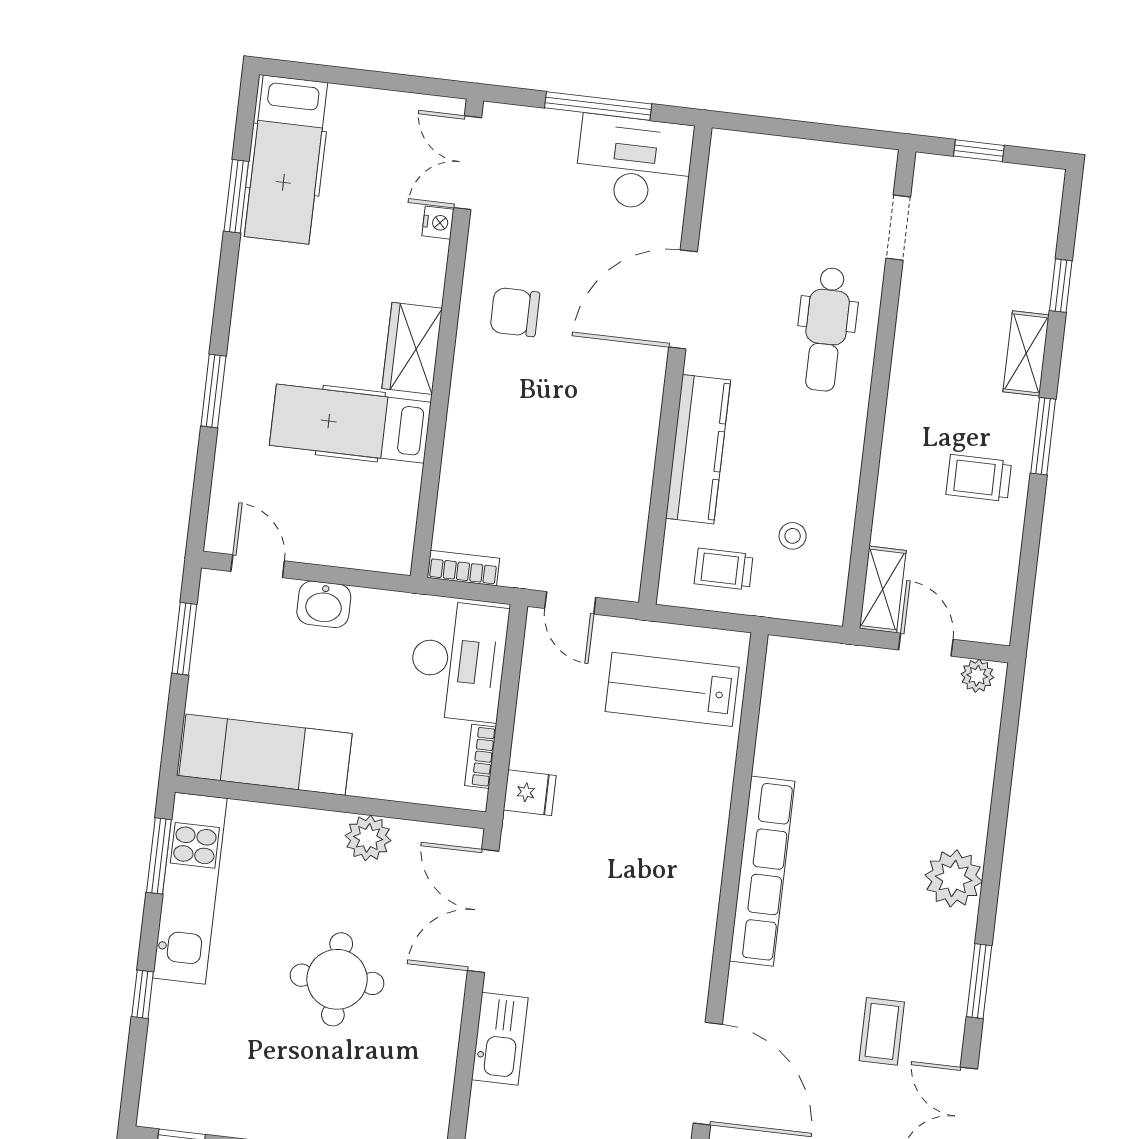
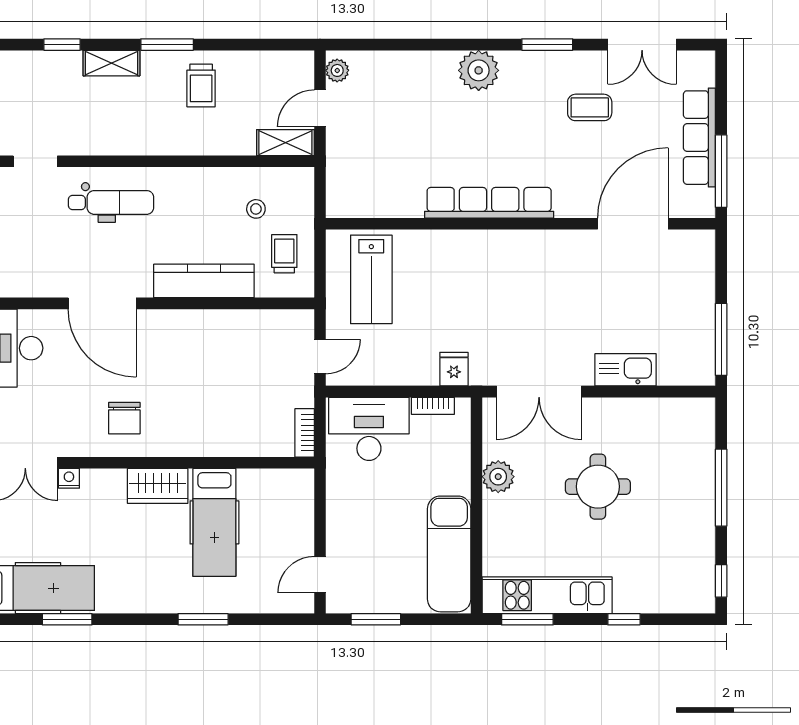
trolley: (724, 569) -> (284, 254), turned 180
washbasin: (324, 604) -> (341, 526), removed

